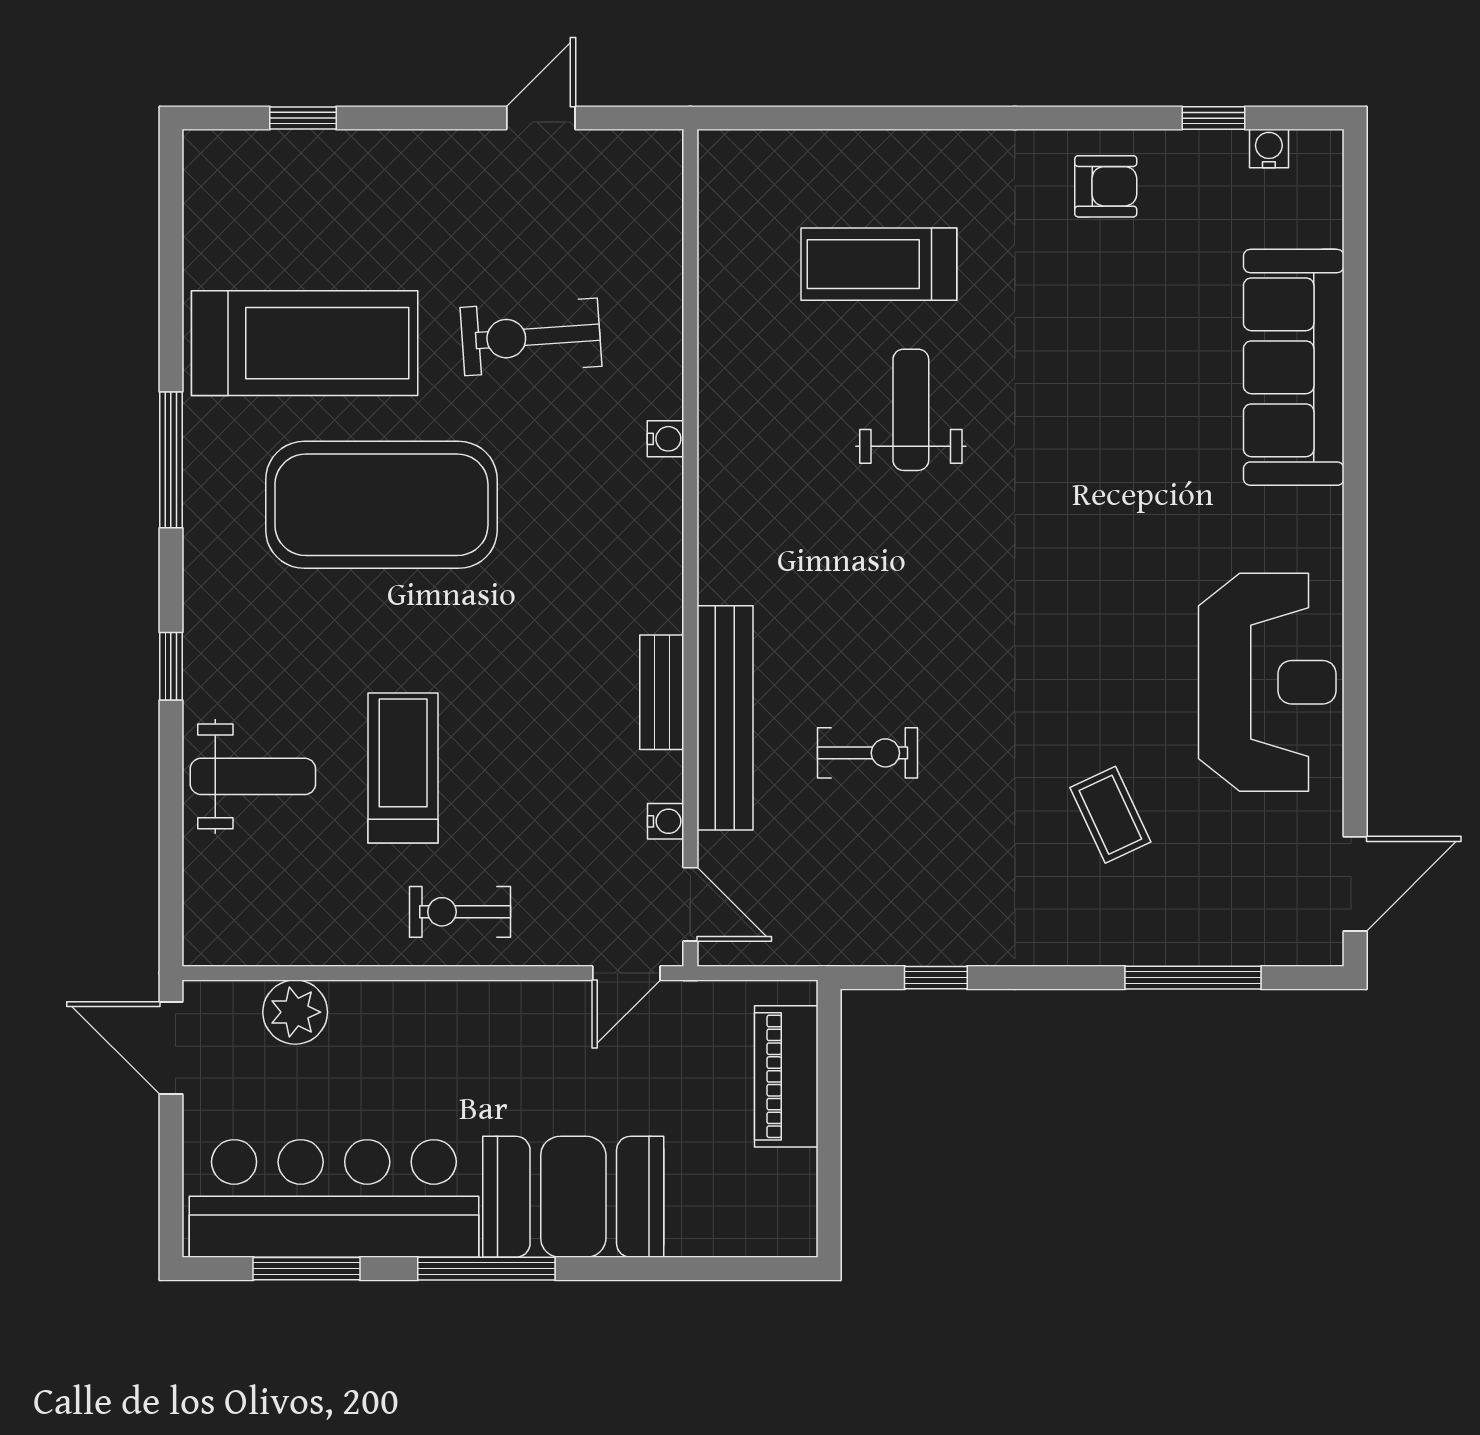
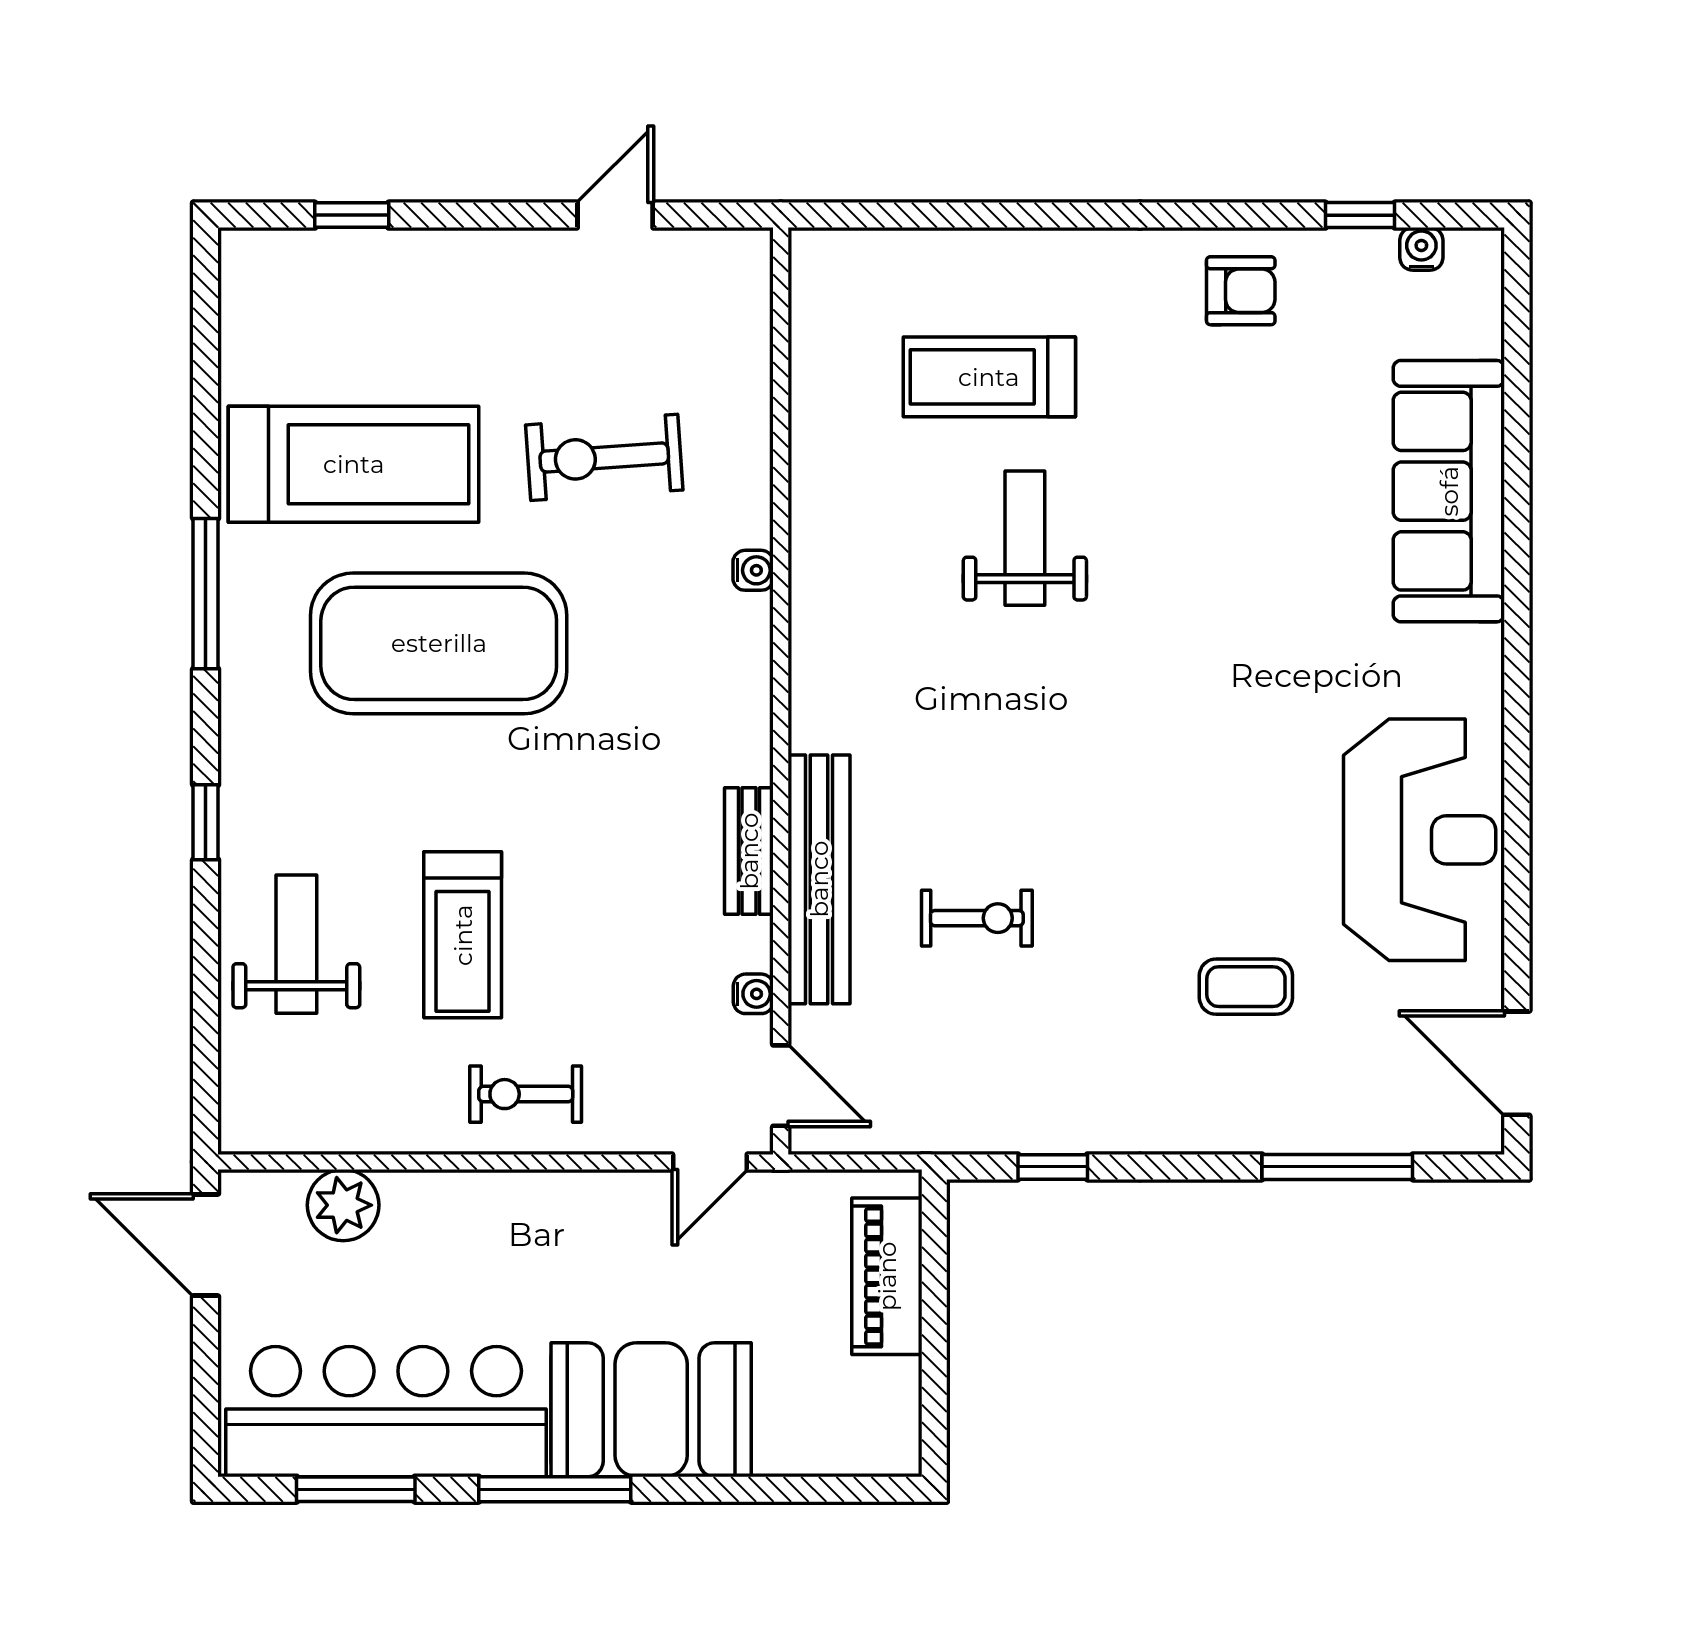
treadmill: (403, 768) -> (463, 935), turned 180
weight bench: (253, 776) -> (296, 944), turned -90
coffee table: (1110, 815) -> (1246, 987), turned -65
door: (1355, 884) -> (1517, 1063), swing flipped

